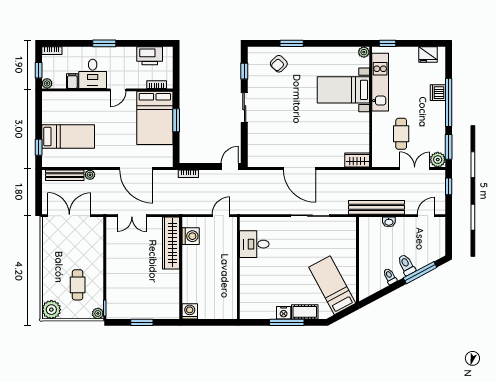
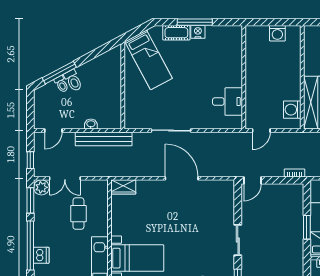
toilet: (390, 276) -> (61, 84), moved
washing machine: (190, 311) -> (277, 33), moved

